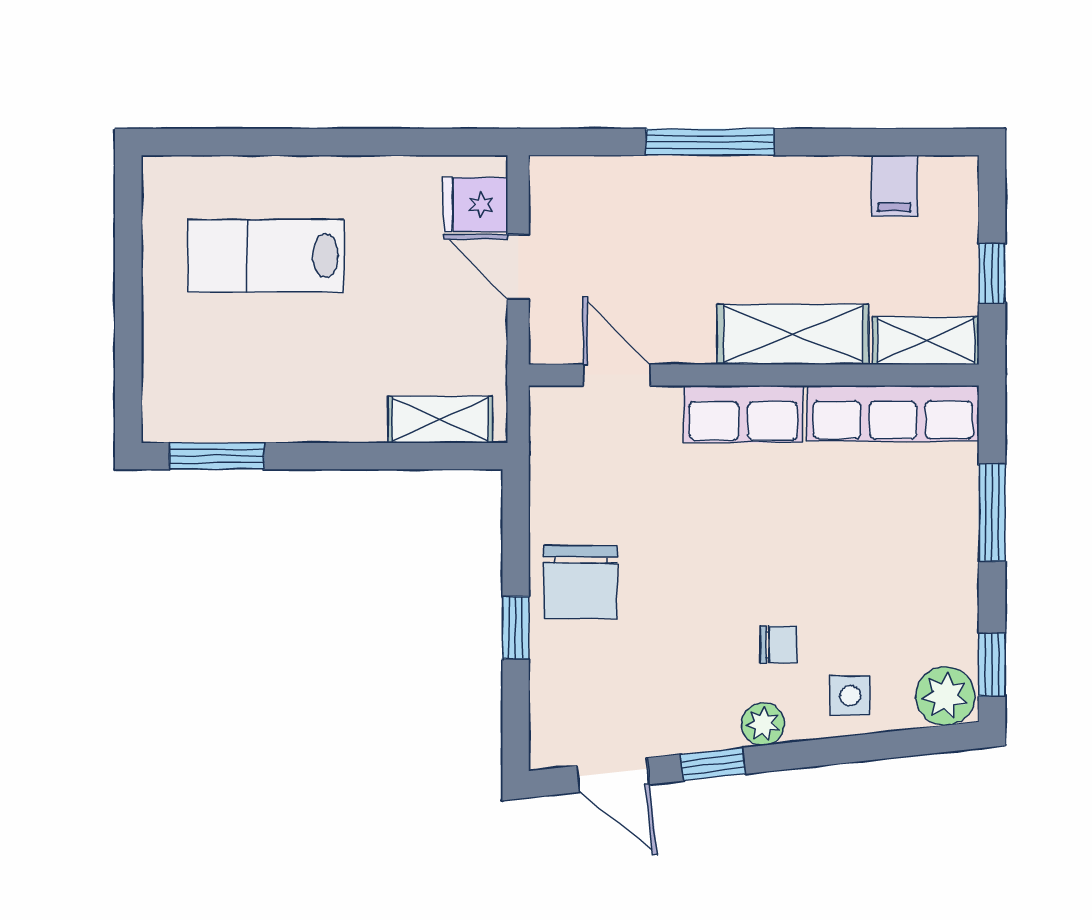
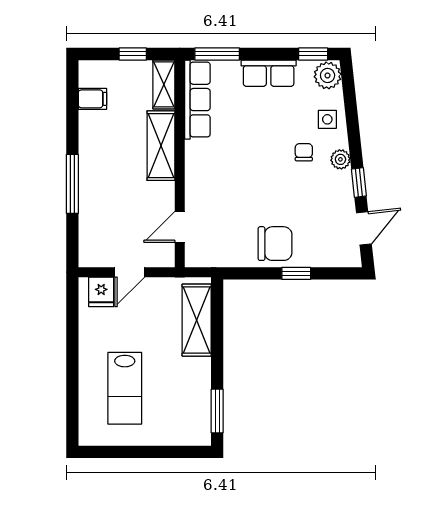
row of seats: (743, 414) -> (269, 73), moved, turned 90
shelving: (440, 420) -> (197, 320), width x1.50, depth x1.33
window: (992, 513) -> (217, 54), moved

